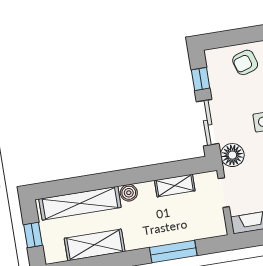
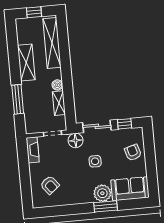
boiler: (129, 193) -> (57, 85), moved
shelving: (95, 245) -> (26, 62), moved

